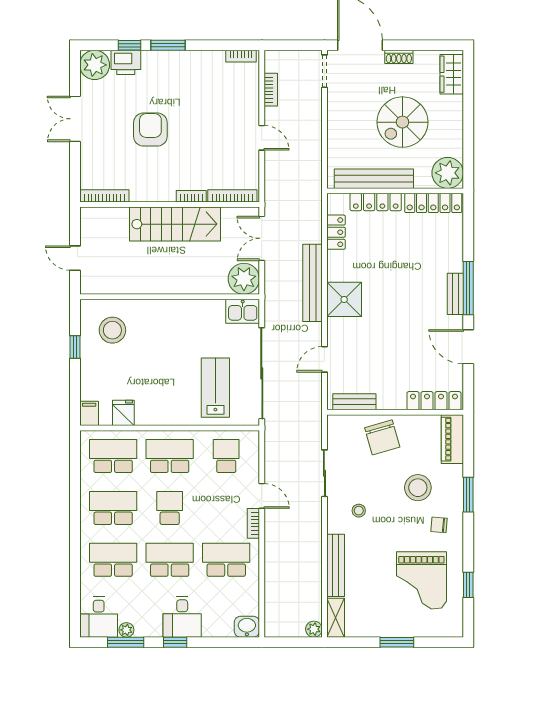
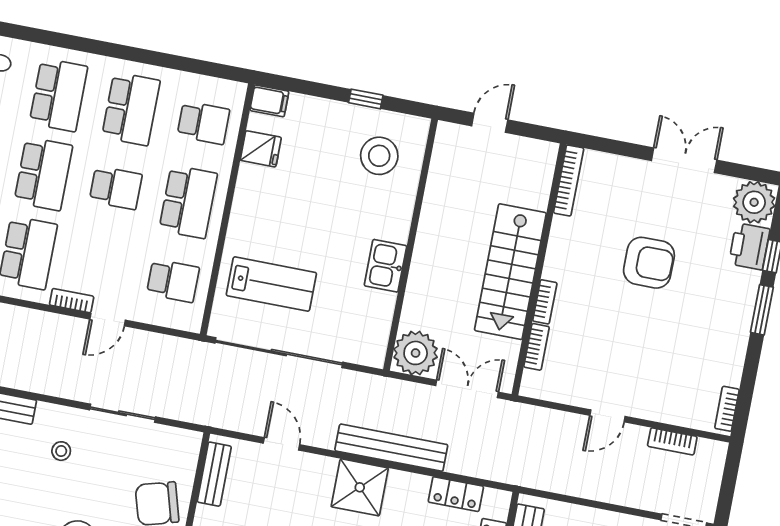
bookcase: (232, 196) -> (537, 347), width x0.64
kitchen sink: (243, 311) -> (385, 266), moved
school desk: (113, 456) -> (203, 123), width x0.54

